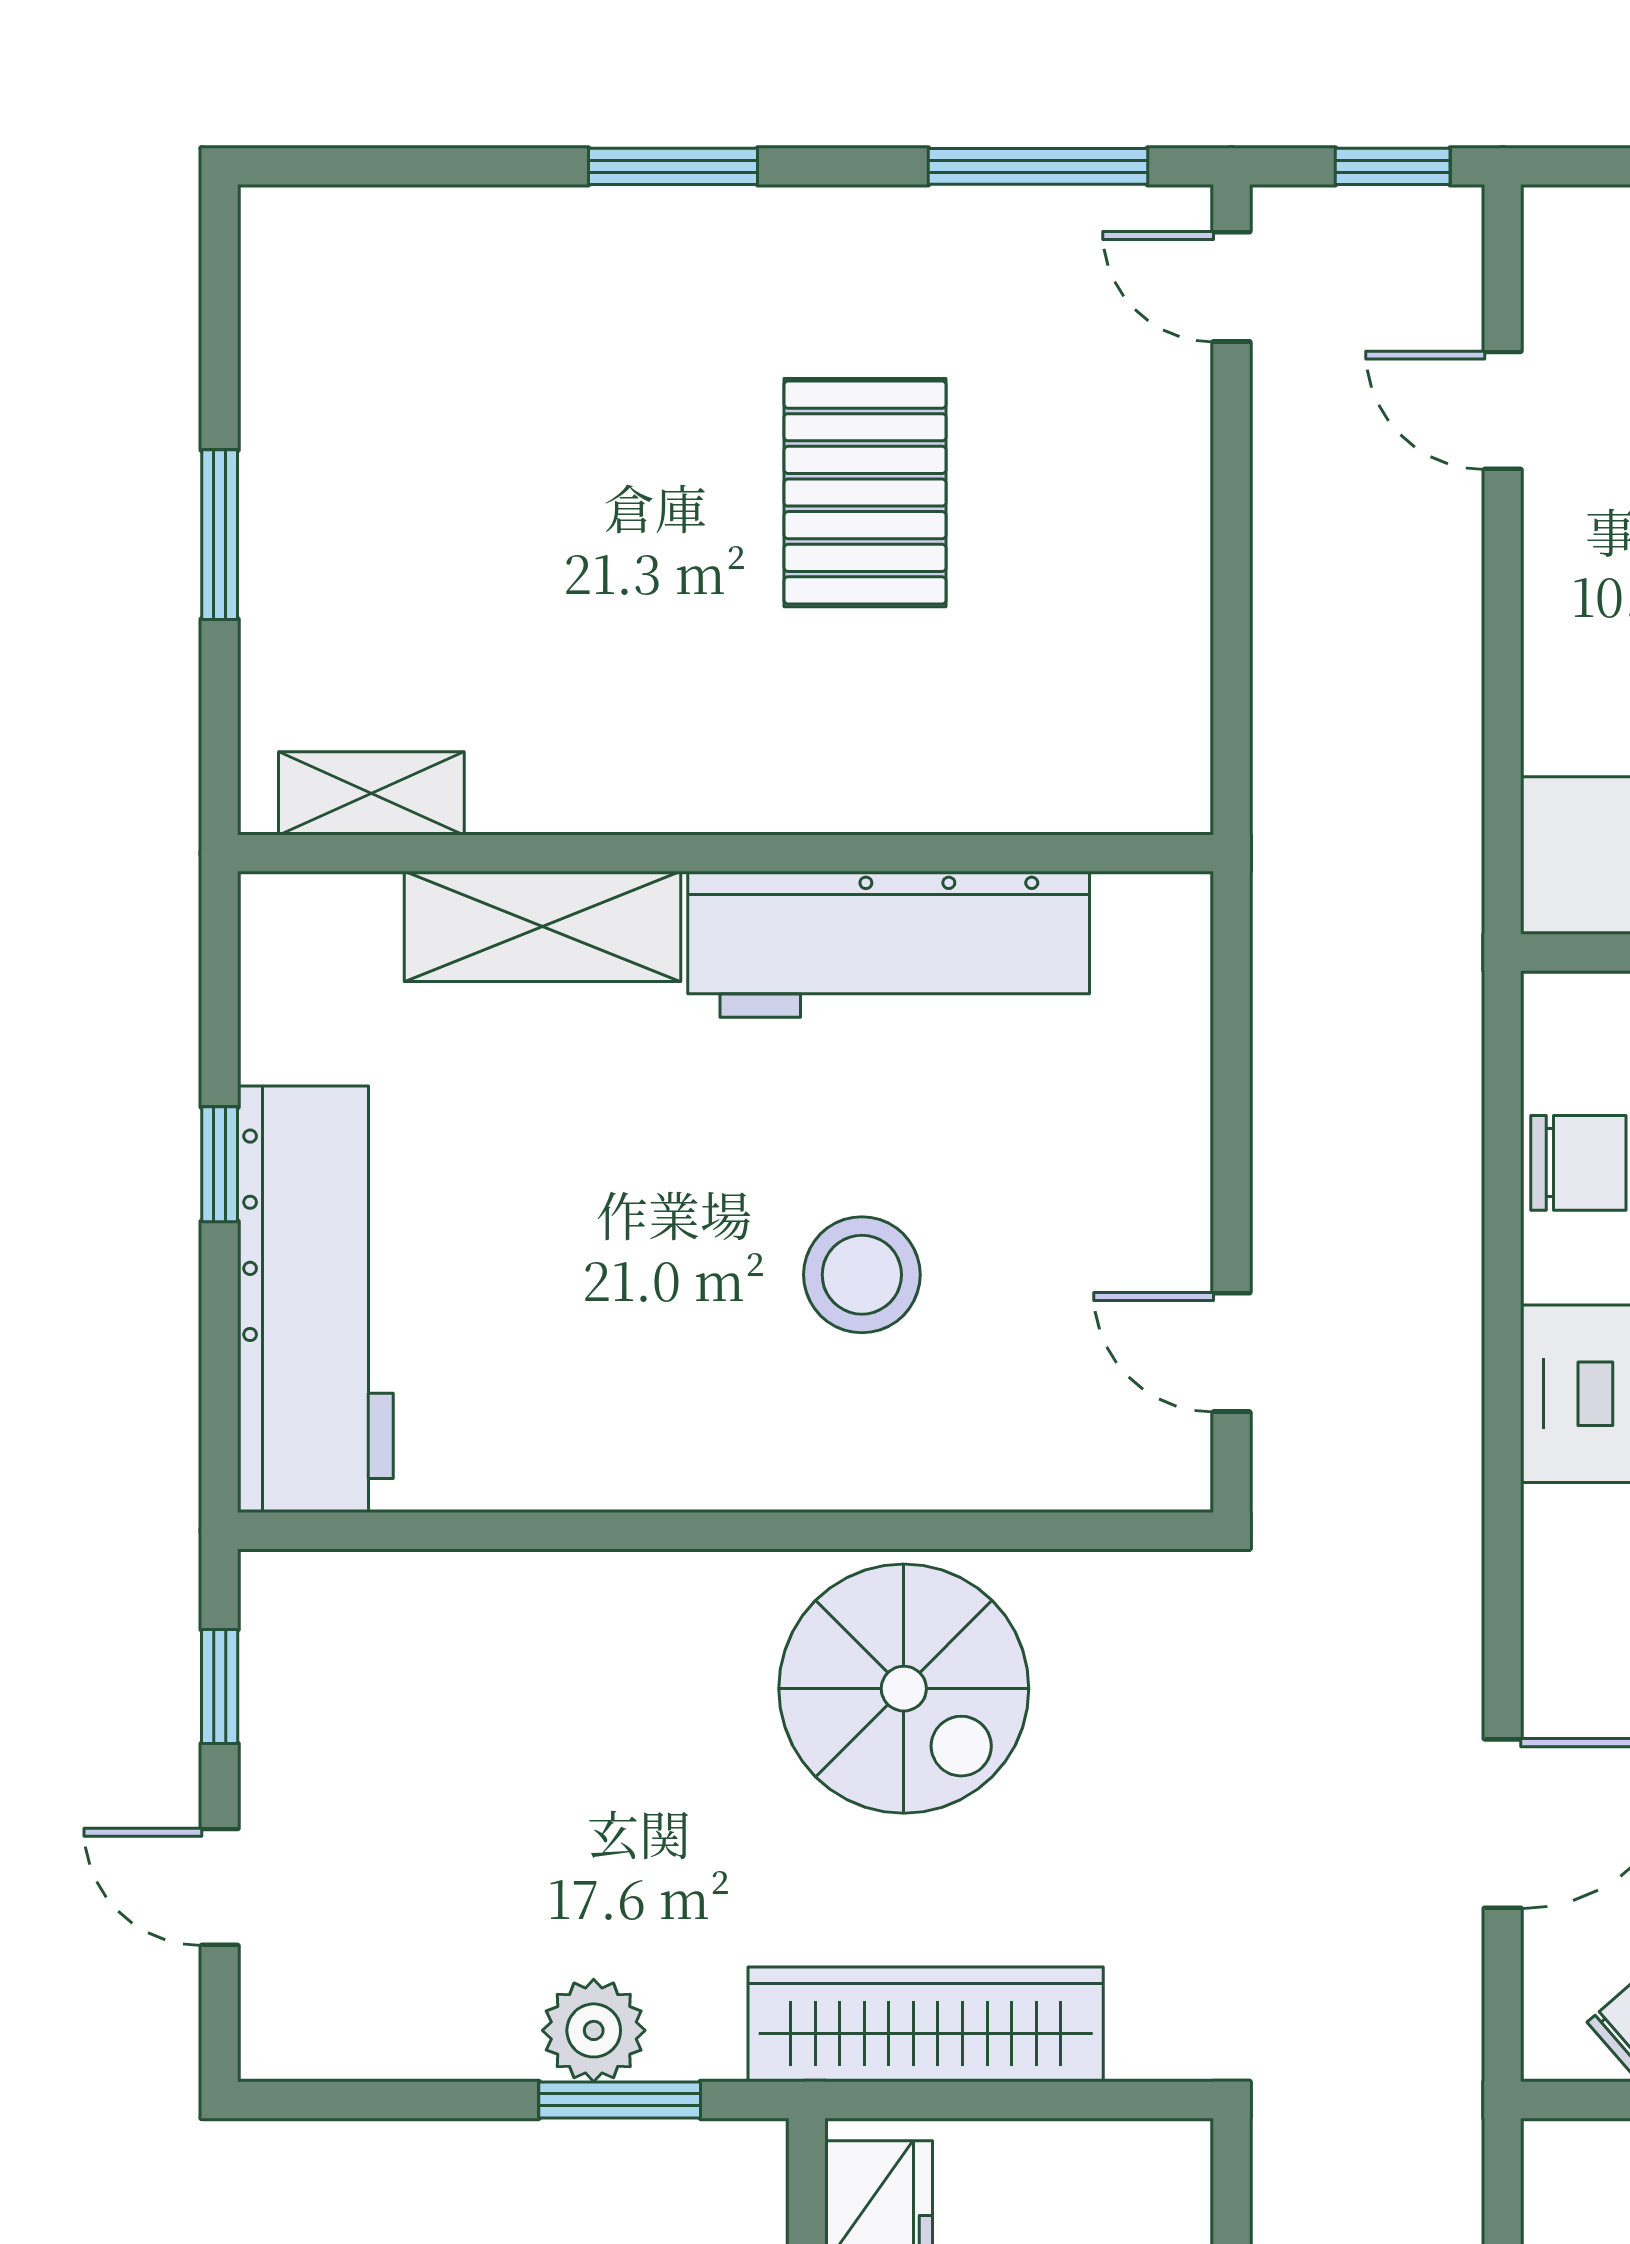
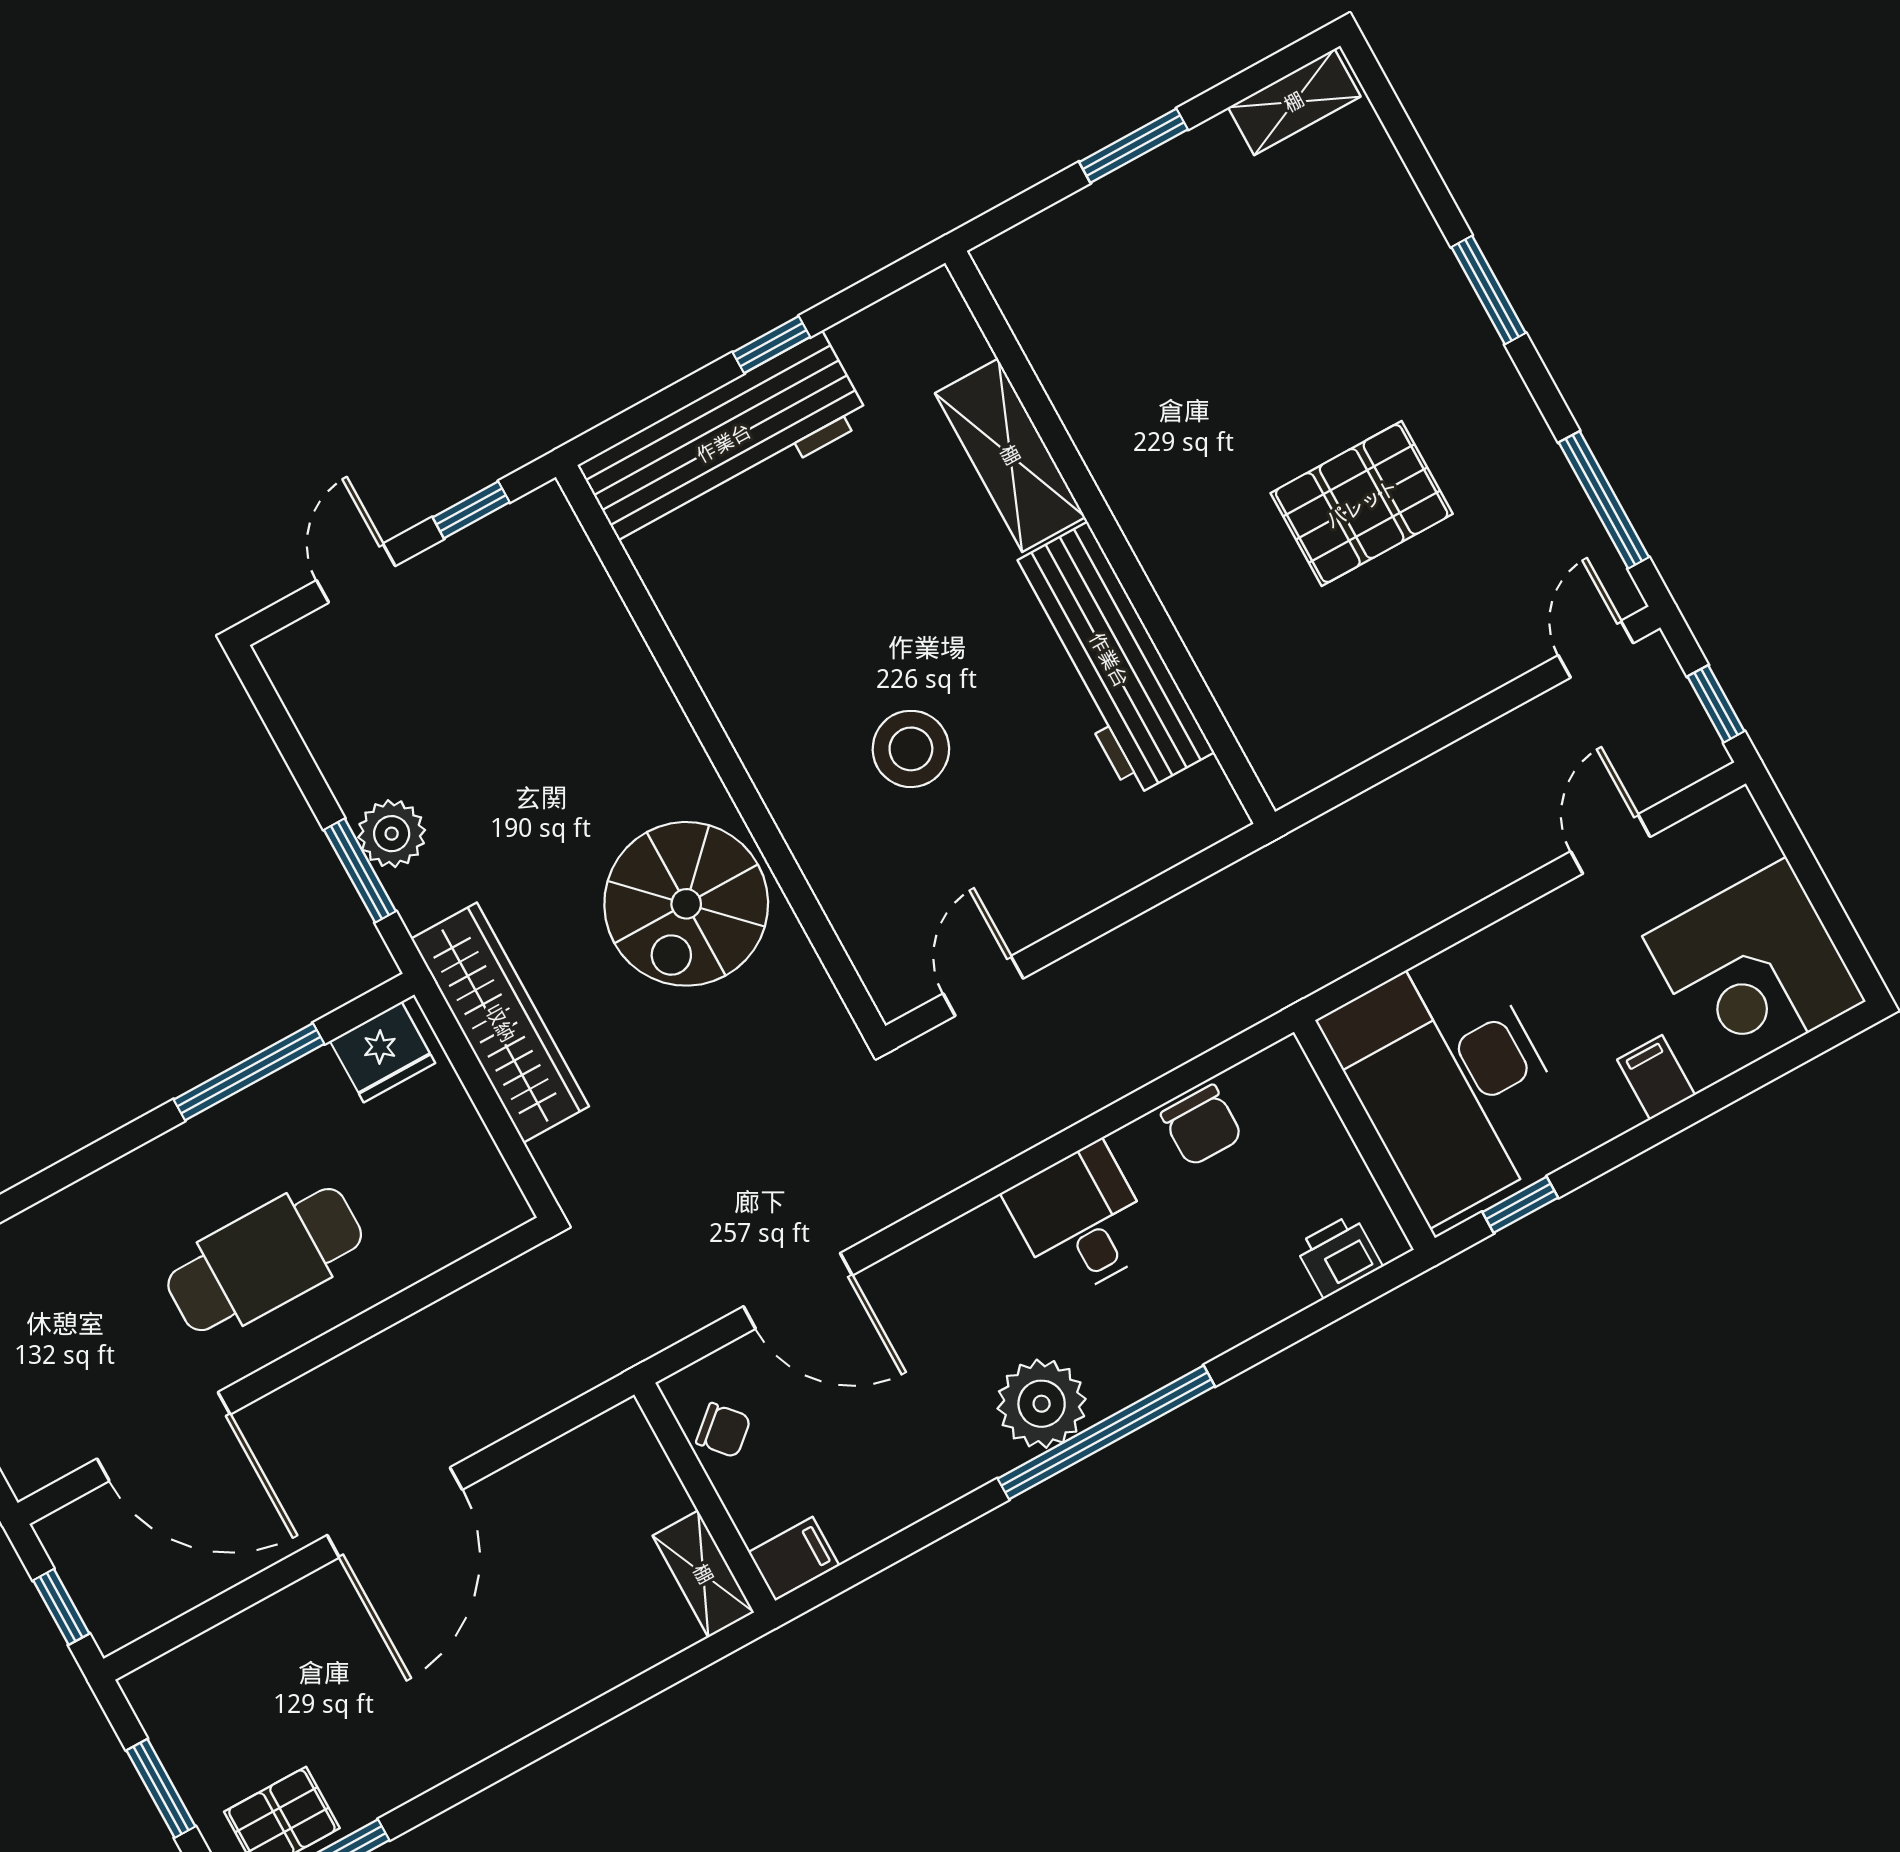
shelving: (371, 793) -> (1294, 102), moved, turned 90

